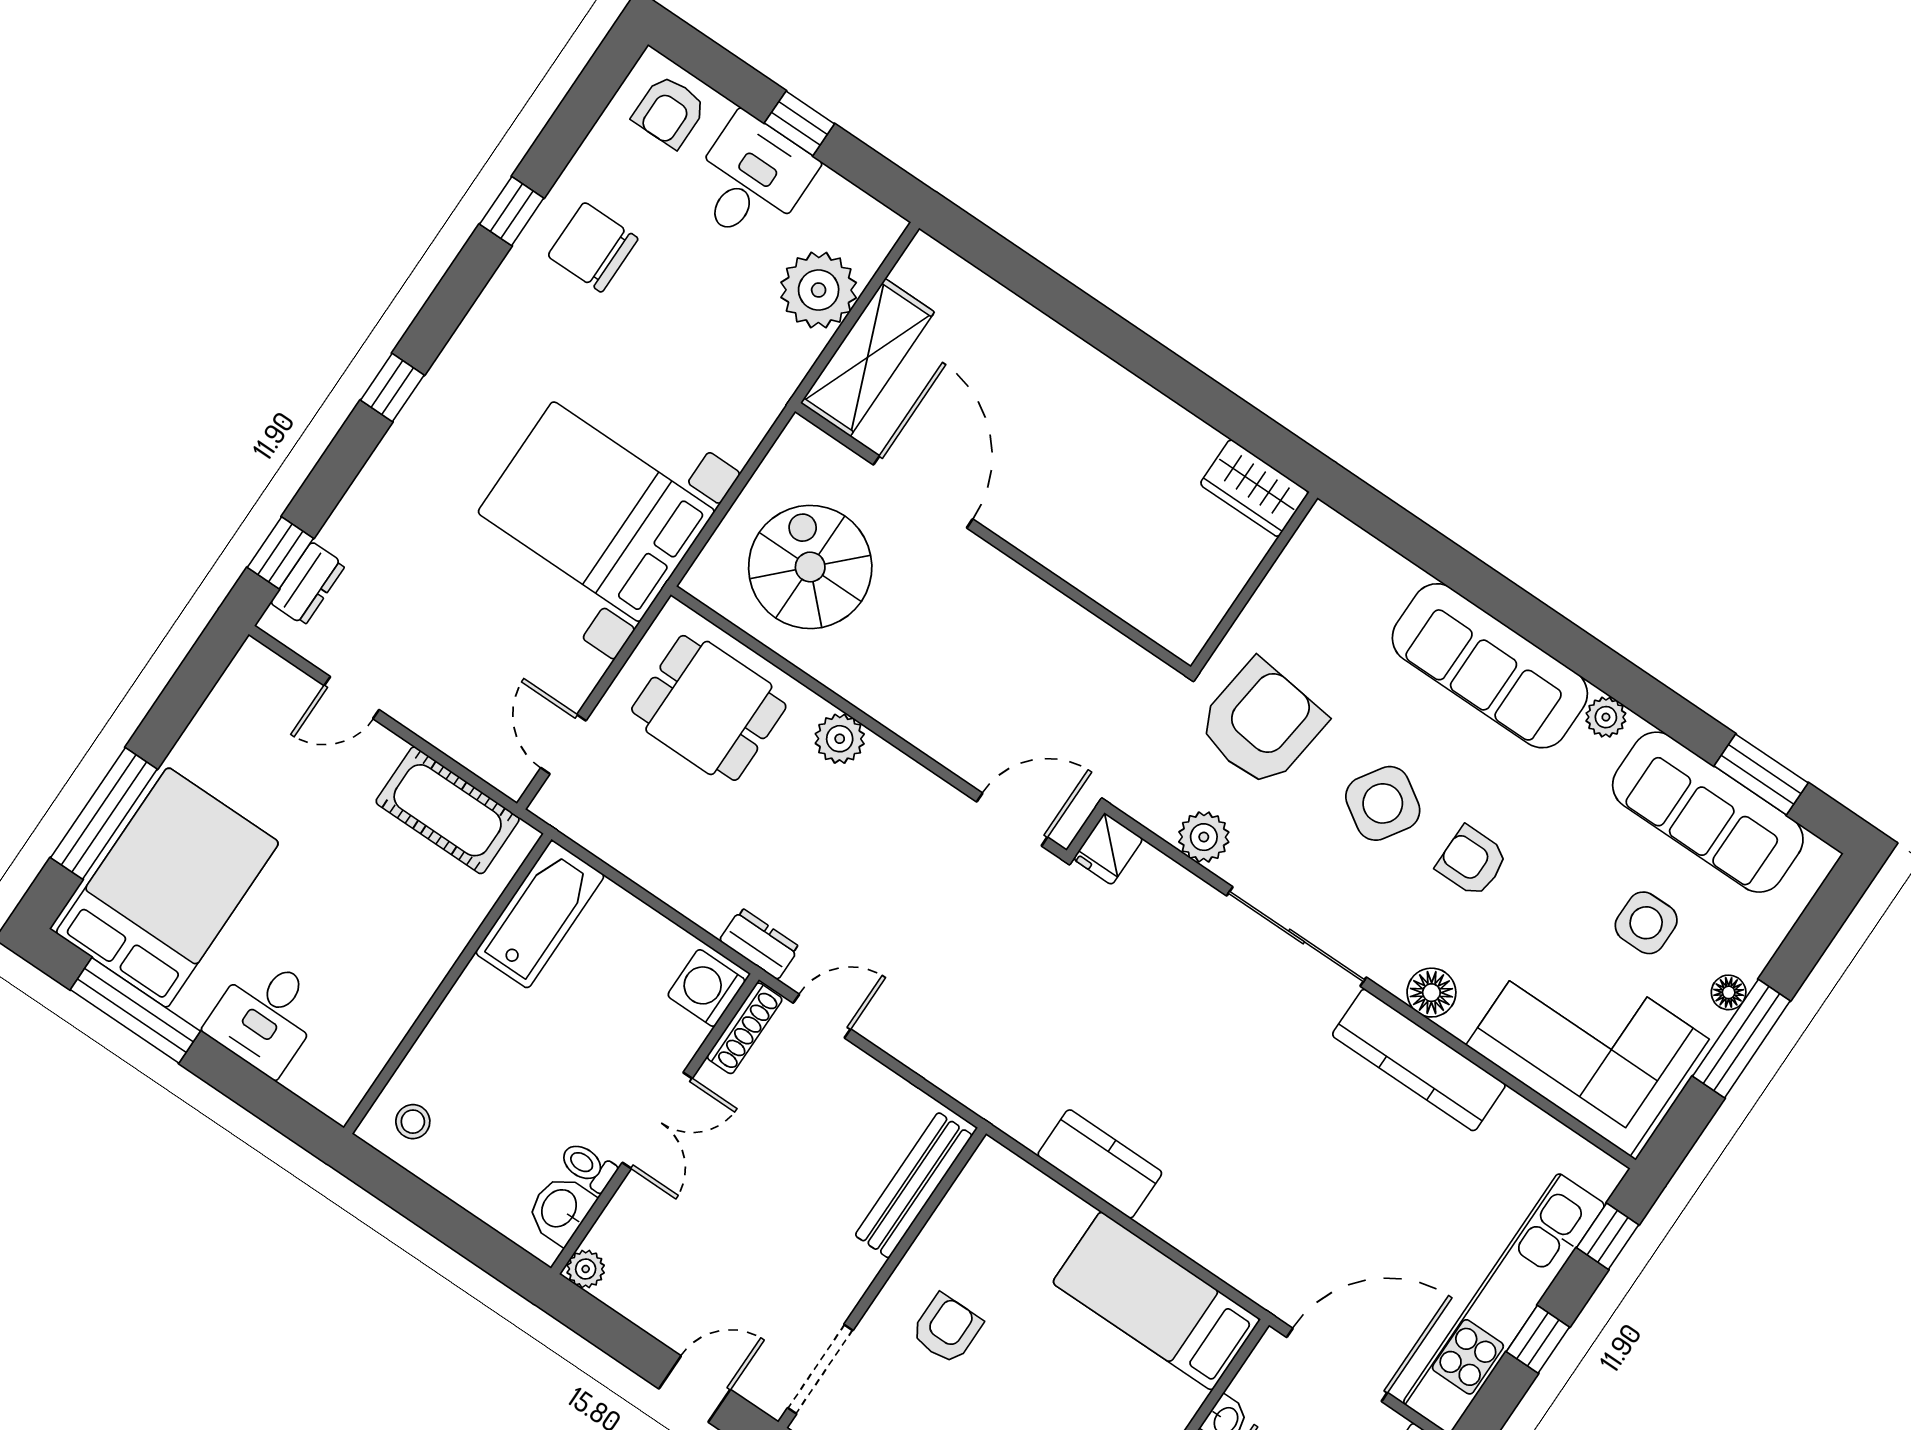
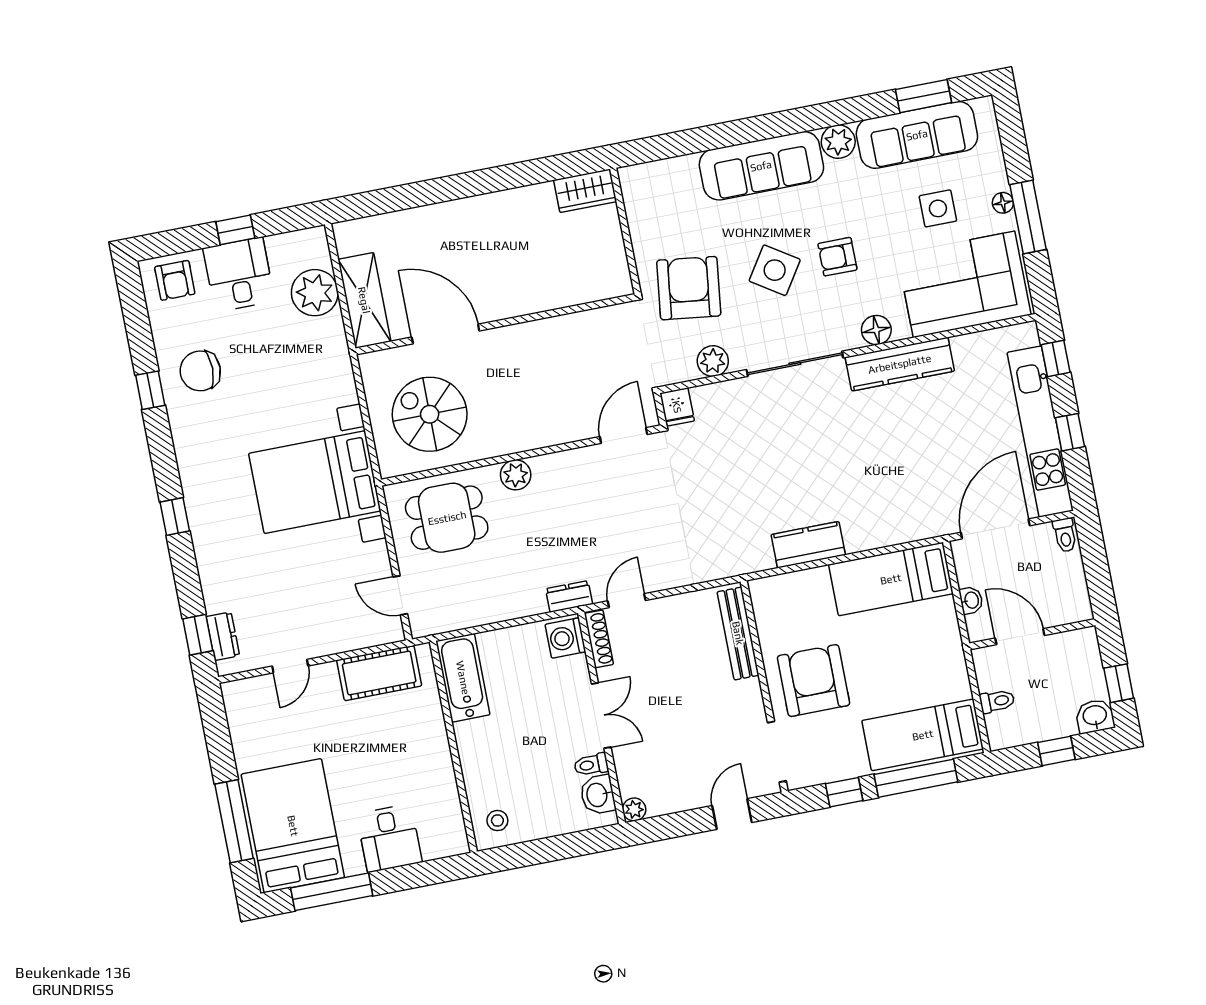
plant: (1606, 717) -> (838, 142), width x1.38, depth x1.38
armchair: (947, 1329) -> (814, 681), width x1.88, depth x1.88

